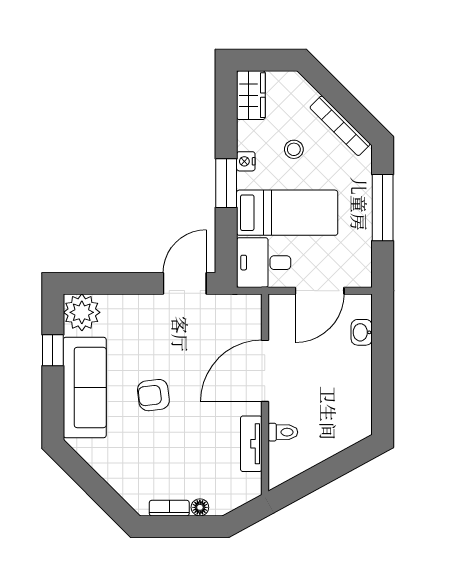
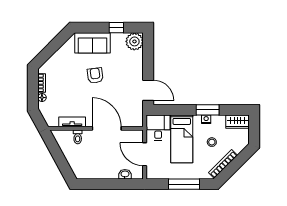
window: (226, 183) -> (208, 110), moved
sofa: (85, 388) -> (92, 43), width x0.73

